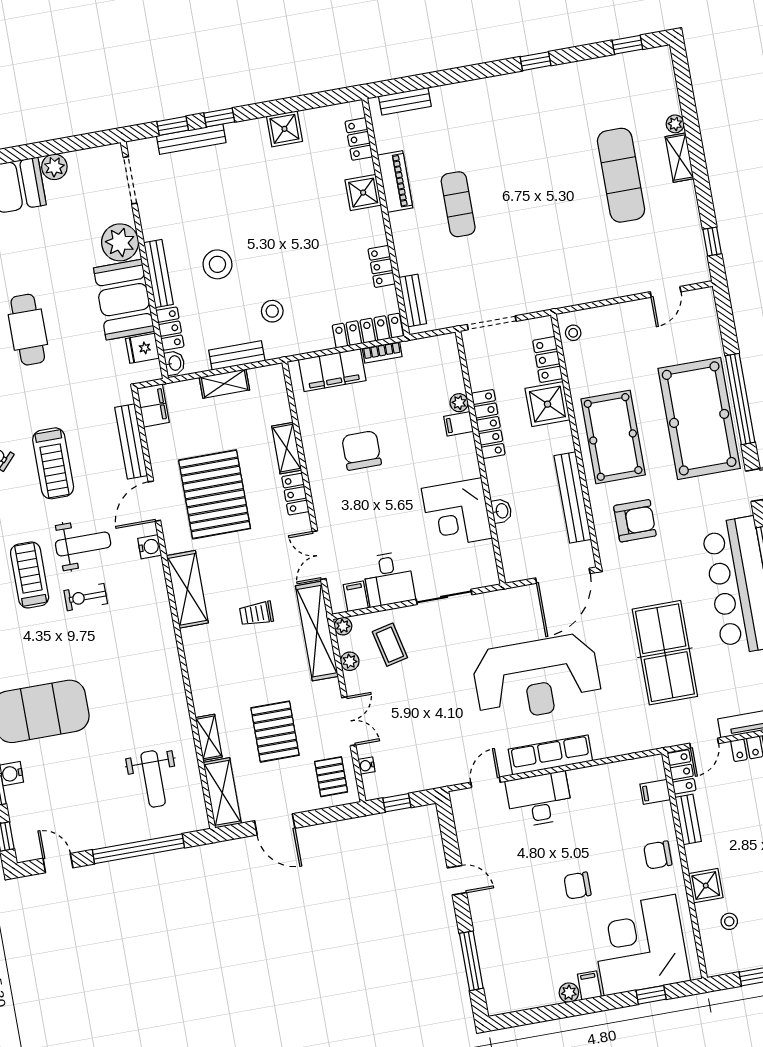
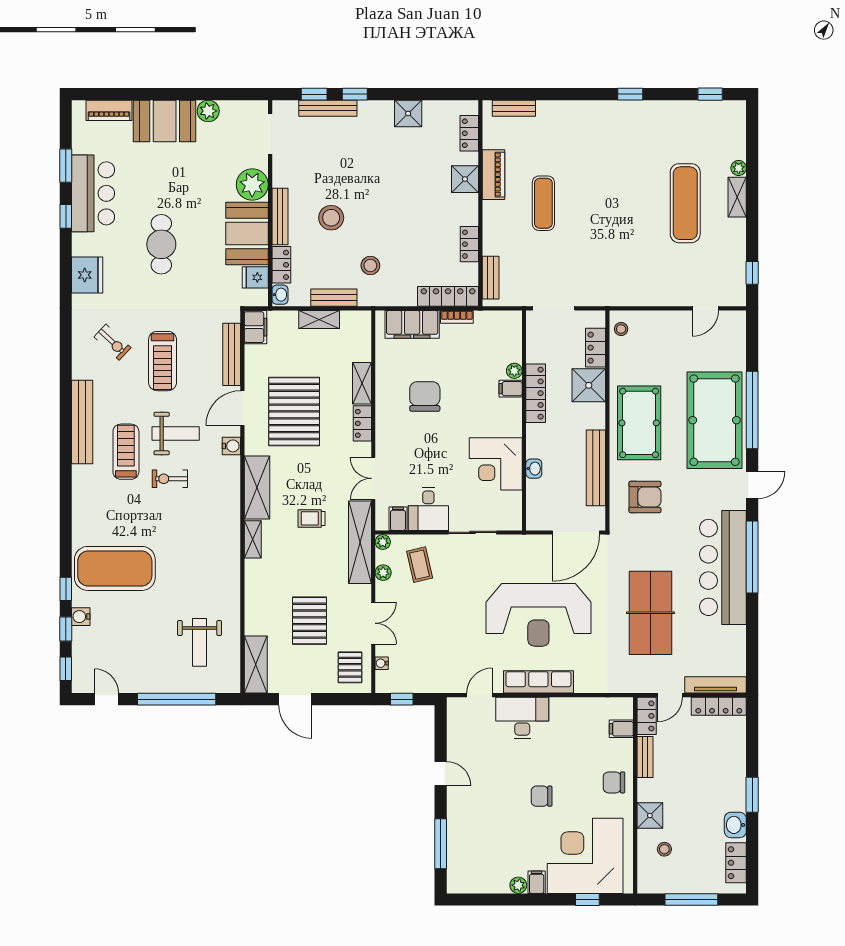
shelving: (209, 737) -> (253, 539), moved

